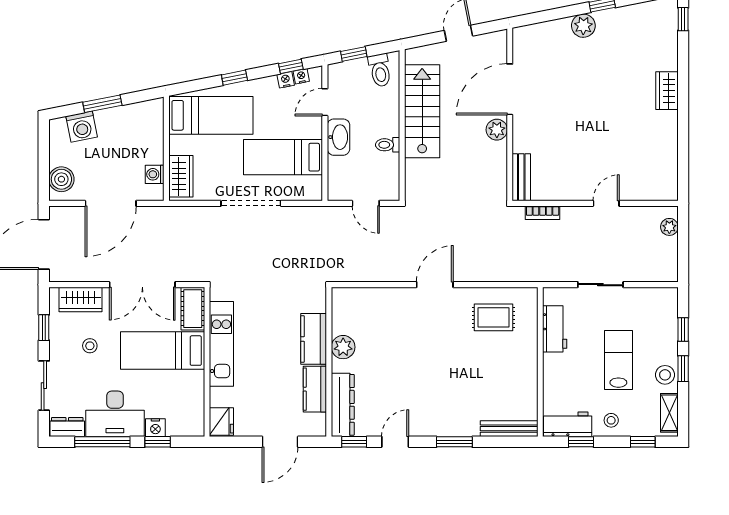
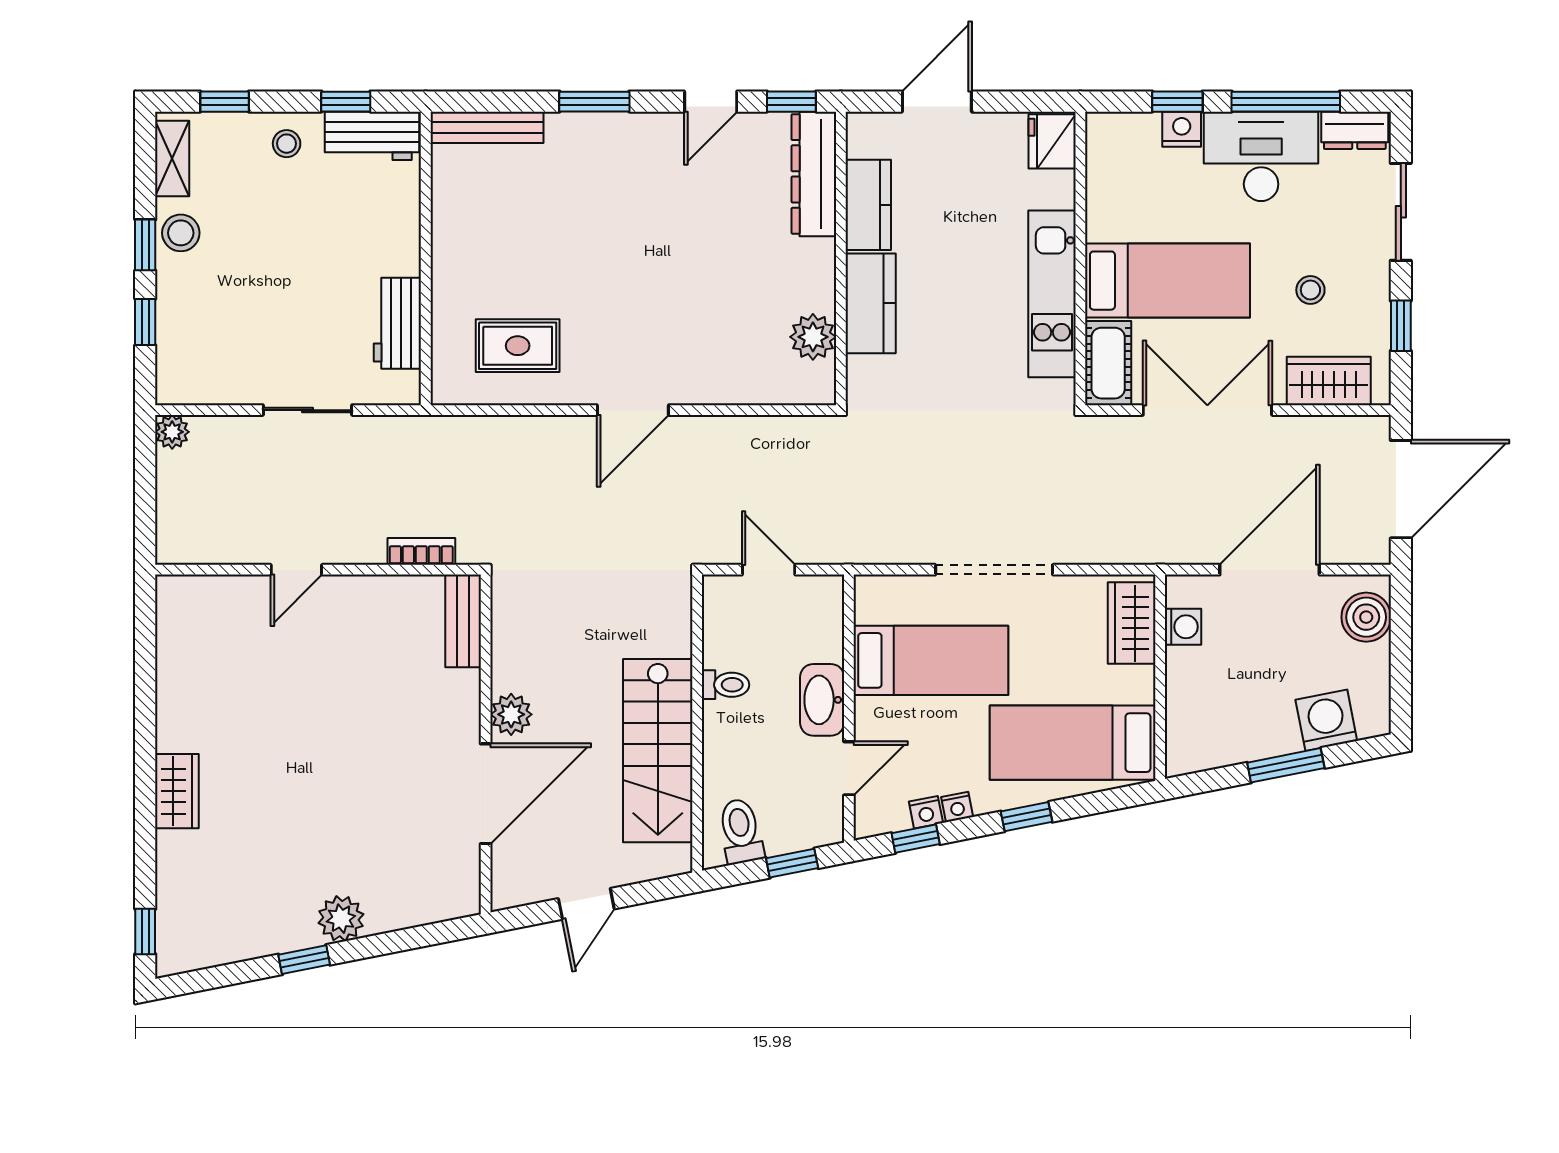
nightstand: (301, 76) -> (957, 807), moved
plant: (669, 227) -> (172, 432), moved
plant: (343, 347) -> (813, 337), moved
lab bench: (618, 360) -> (272, 262), removed

